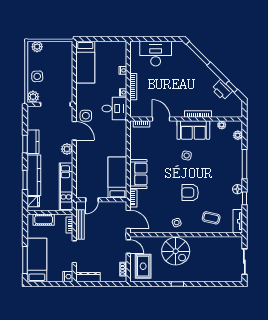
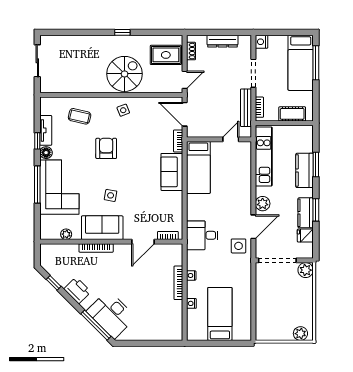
desk: (156, 54) -> (111, 314), moved, turned 45
bed: (85, 62) -> (220, 314), moved
side table: (37, 76) -> (300, 296), removed
printer: (222, 90) -> (77, 290), moved
desk: (114, 108) -> (202, 235), moved
door: (161, 119) -> (143, 242), hinge flipped
door: (74, 131) -> (253, 227), swing flipped
plant: (238, 135) -> (46, 221), removed
corner sofa: (227, 162) -> (59, 187), added
kitchen counter: (34, 175) -> (305, 170), width x0.67
armchair: (190, 193) -> (106, 148), turned -90
fridge: (33, 202) -> (305, 236), moved
tv unit: (238, 221) -> (46, 130), moved
door: (128, 247) -> (185, 80), swing flipped
spiral stairs: (176, 251) -> (125, 74), turned 90
rug: (143, 266) -> (166, 55), turned 90
dresser: (88, 277) -> (222, 41), moved

